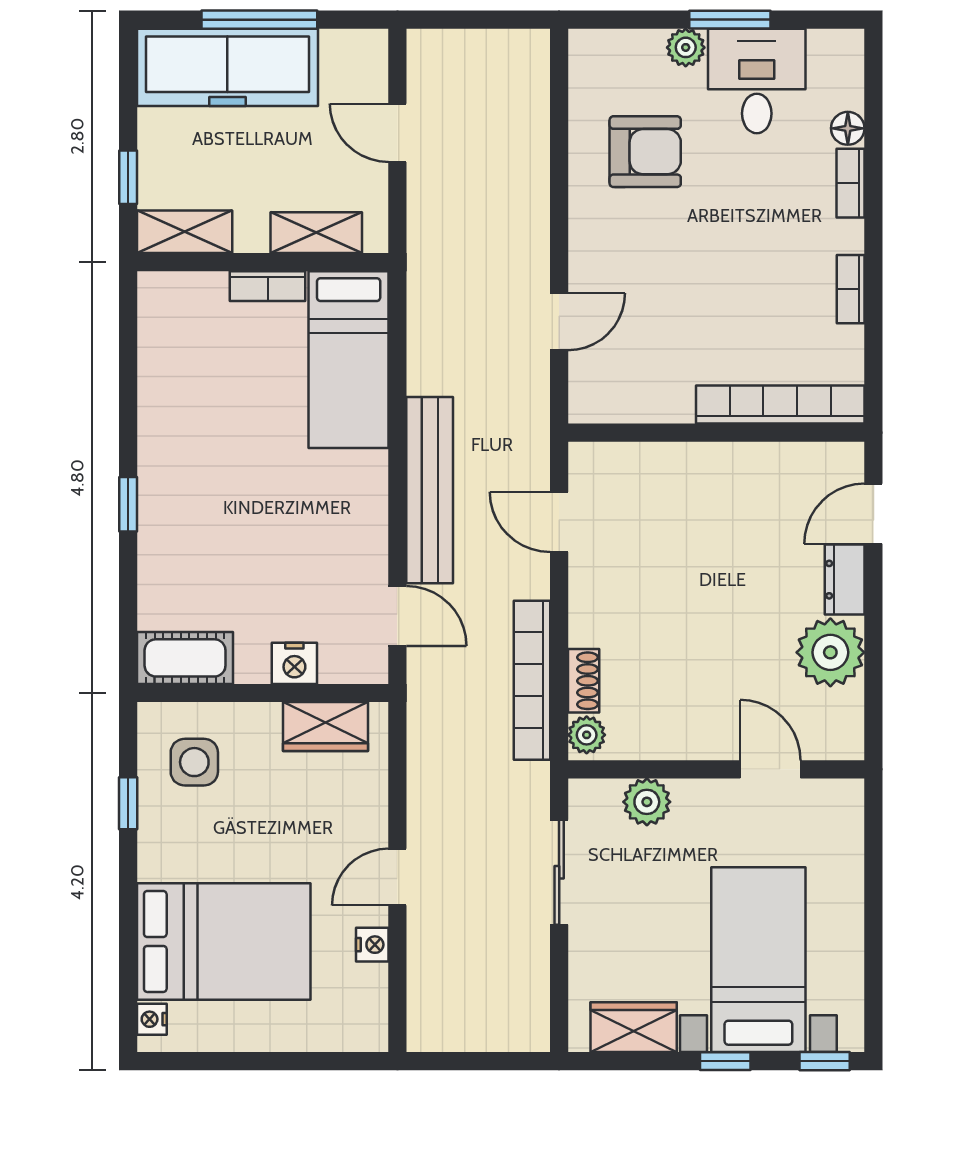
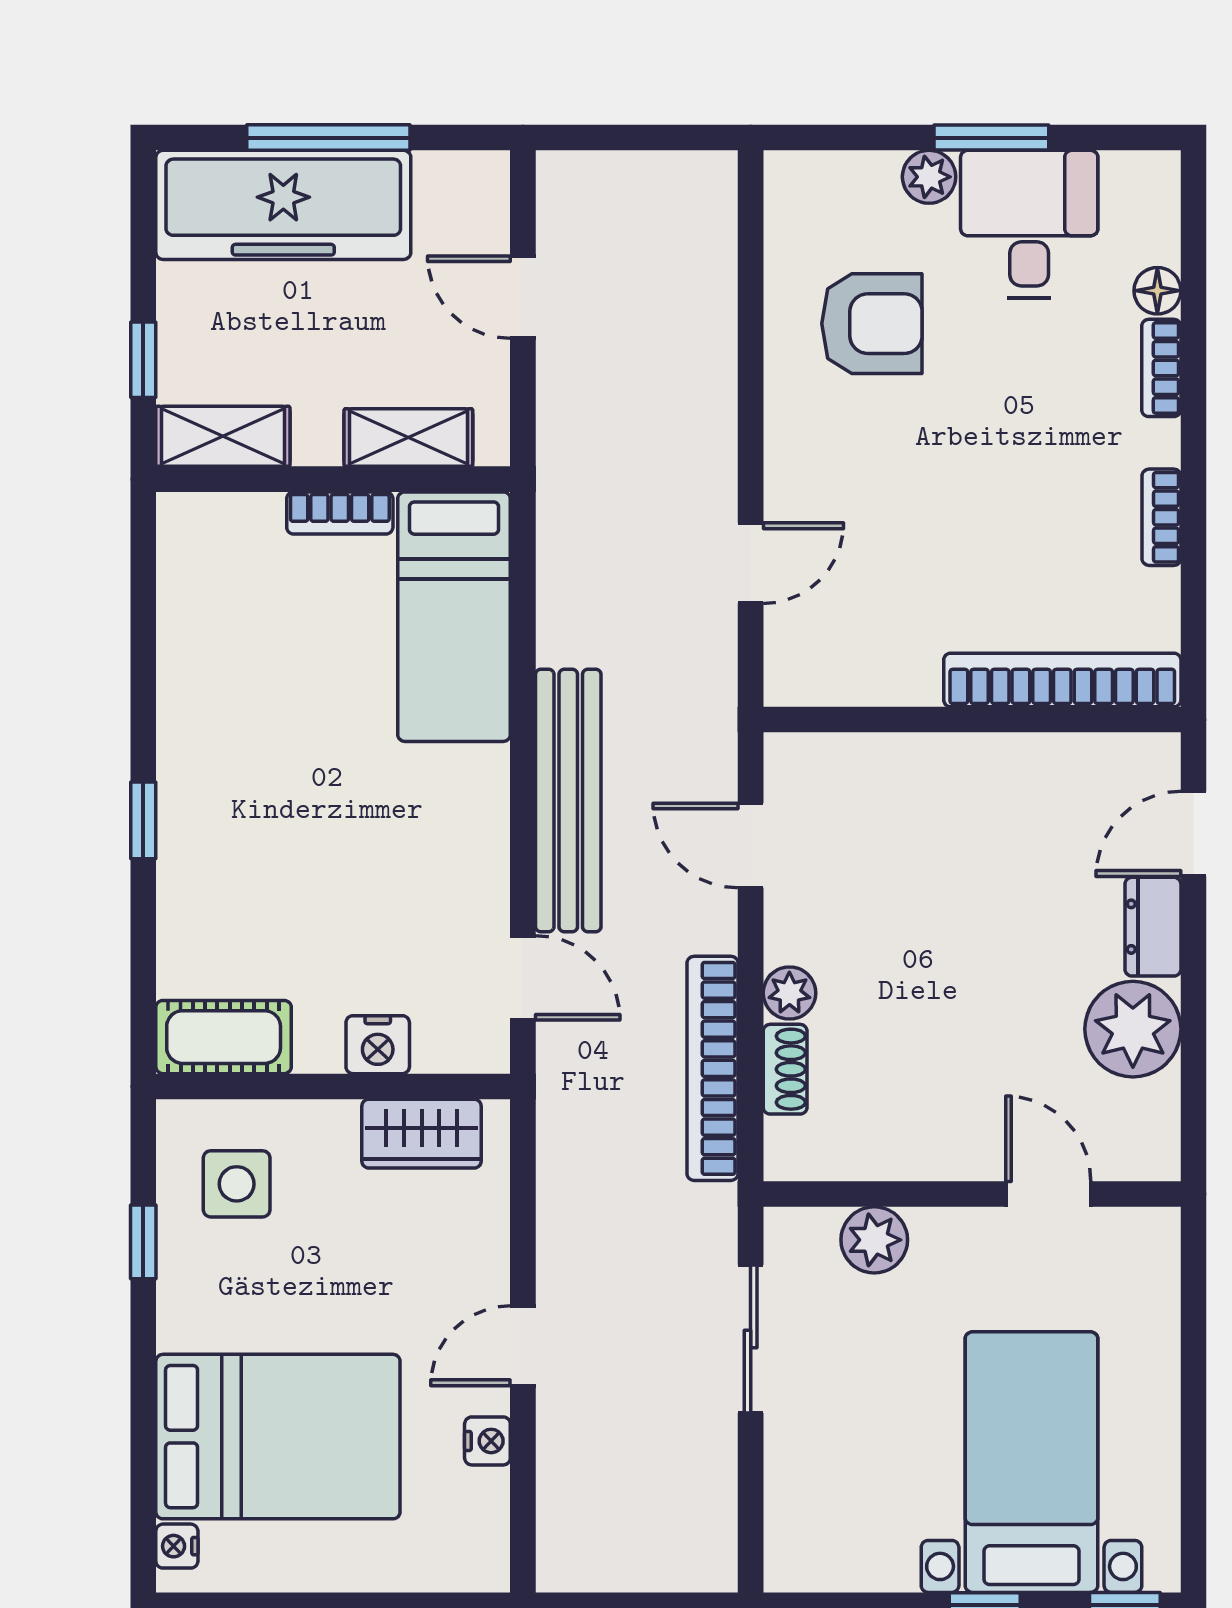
plant: (587, 735) -> (789, 993), moved
wardrobe: (634, 1027) -> (856, 1557), removed

